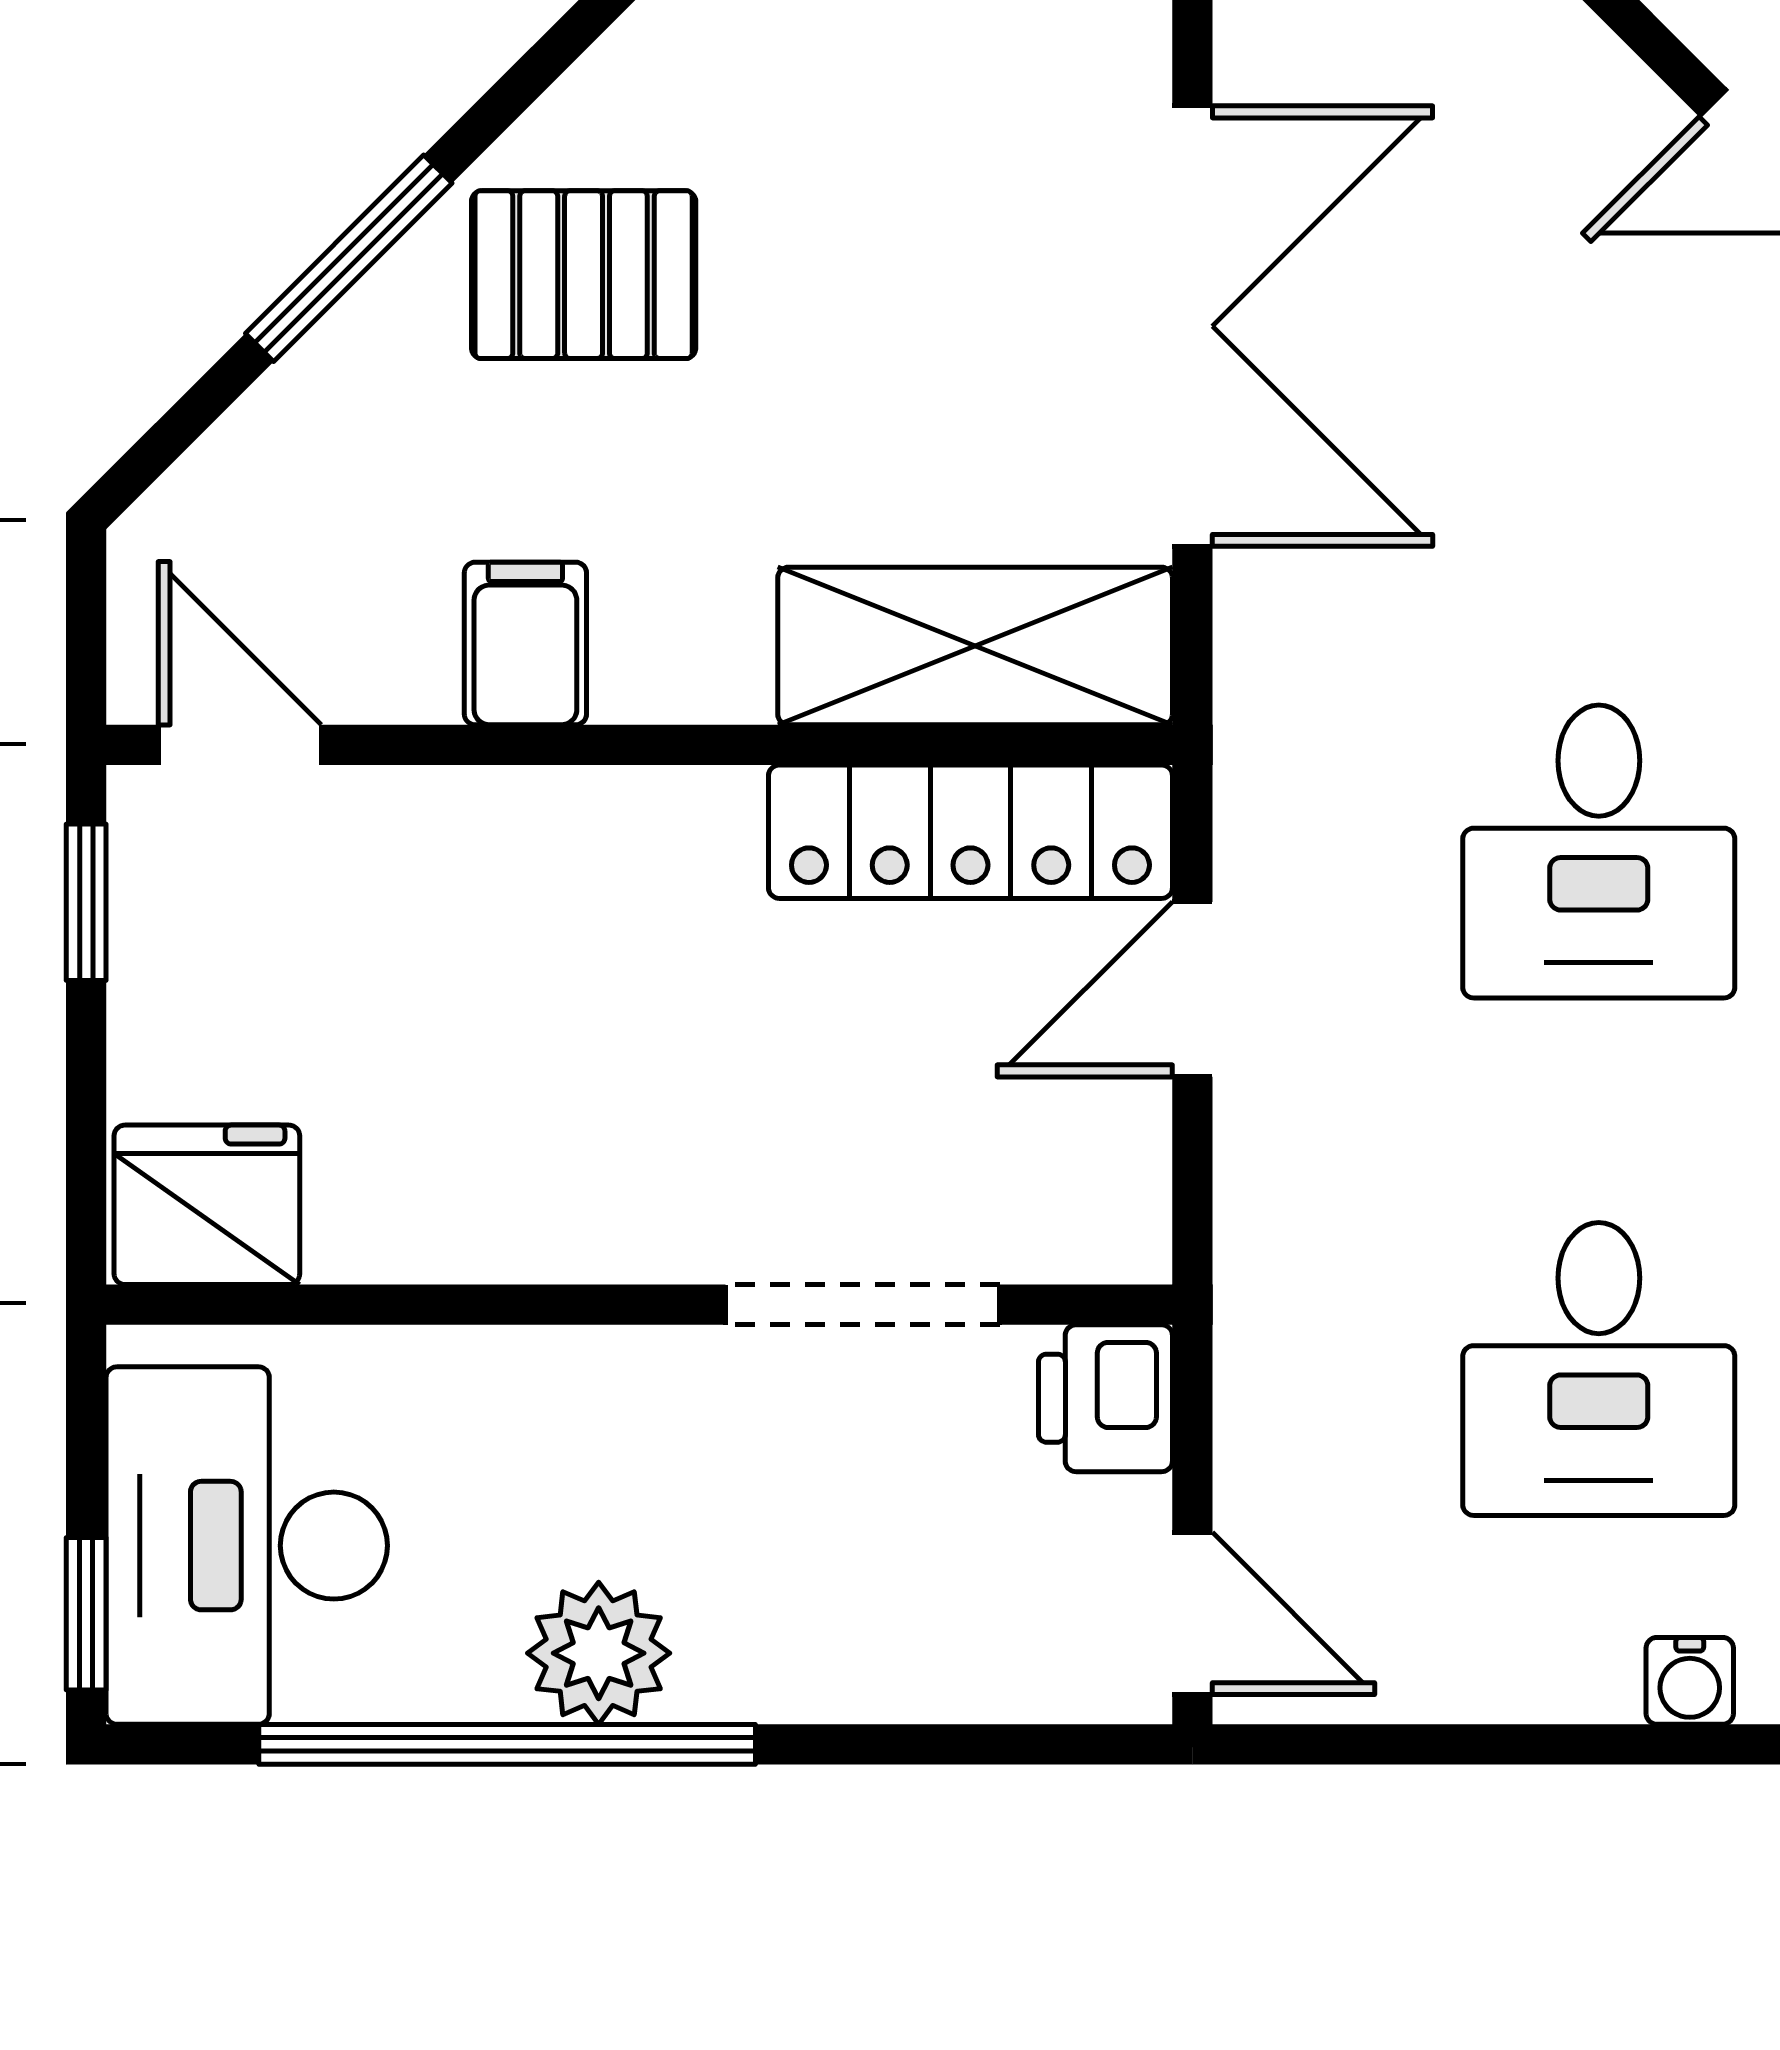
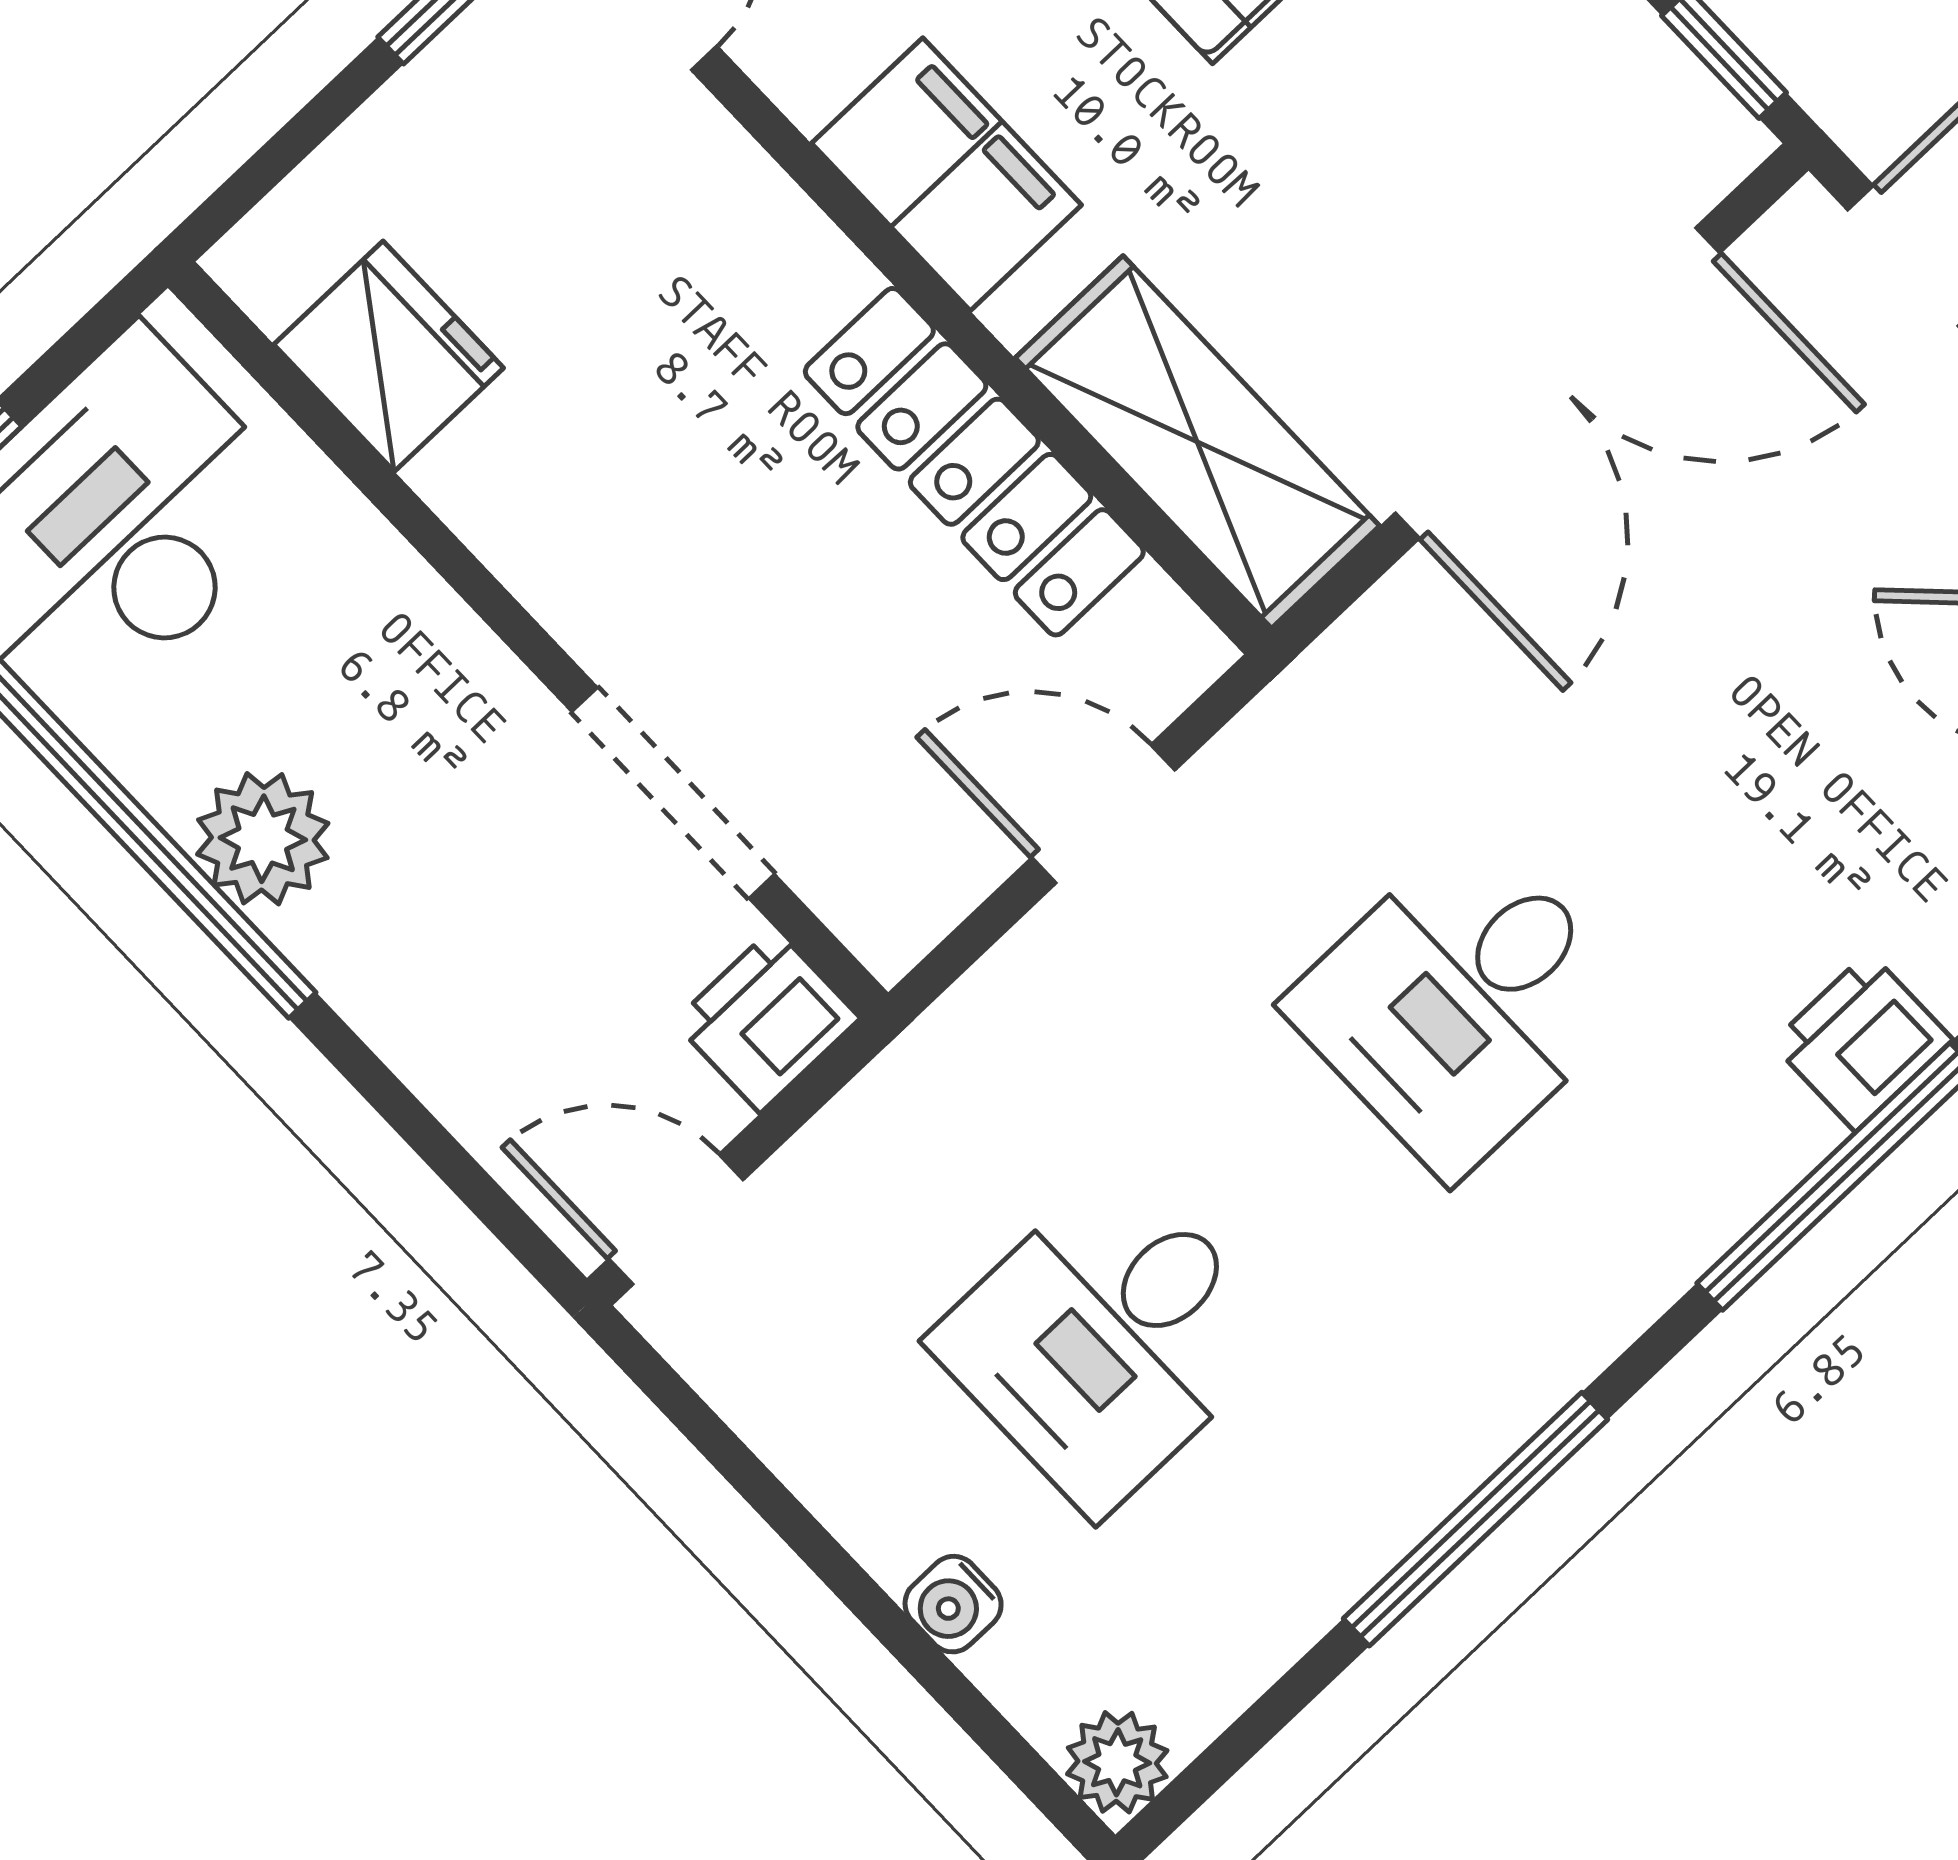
filing cabinet: (525, 644) -> (946, 174), width x2.00
locker: (970, 832) -> (974, 462), moved
fridge: (207, 1205) -> (389, 356), moved
door: (1192, 1613) -> (676, 1219), swing flipped

